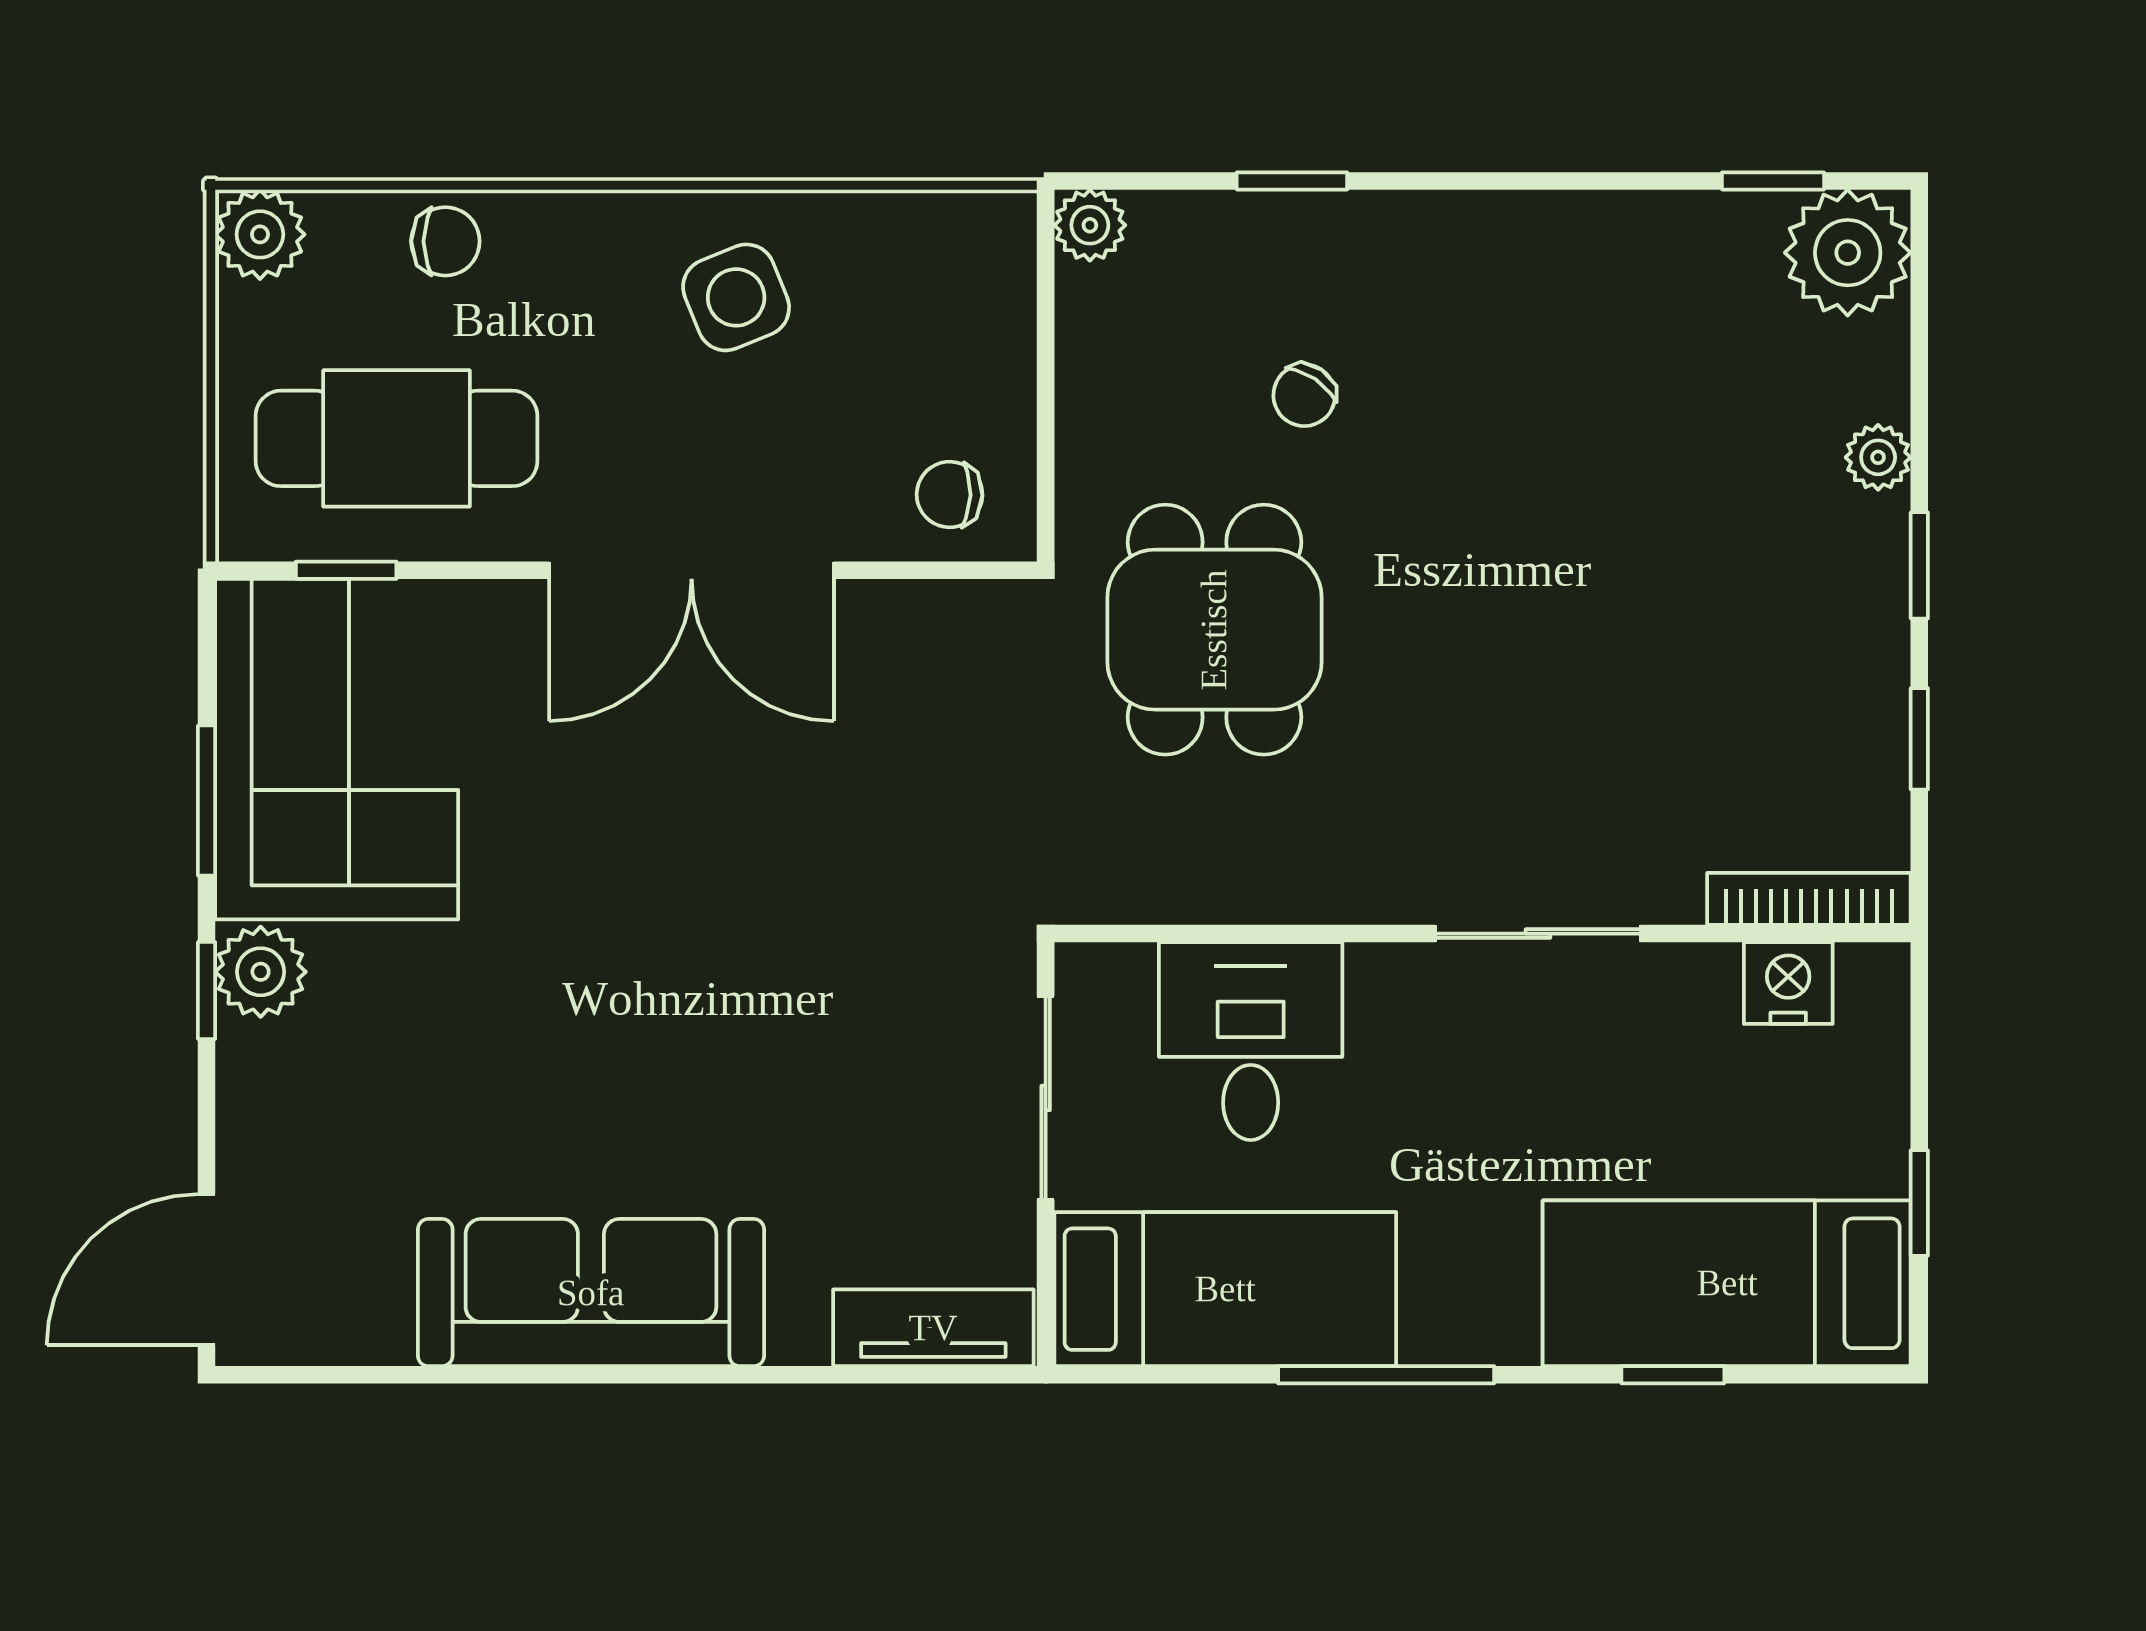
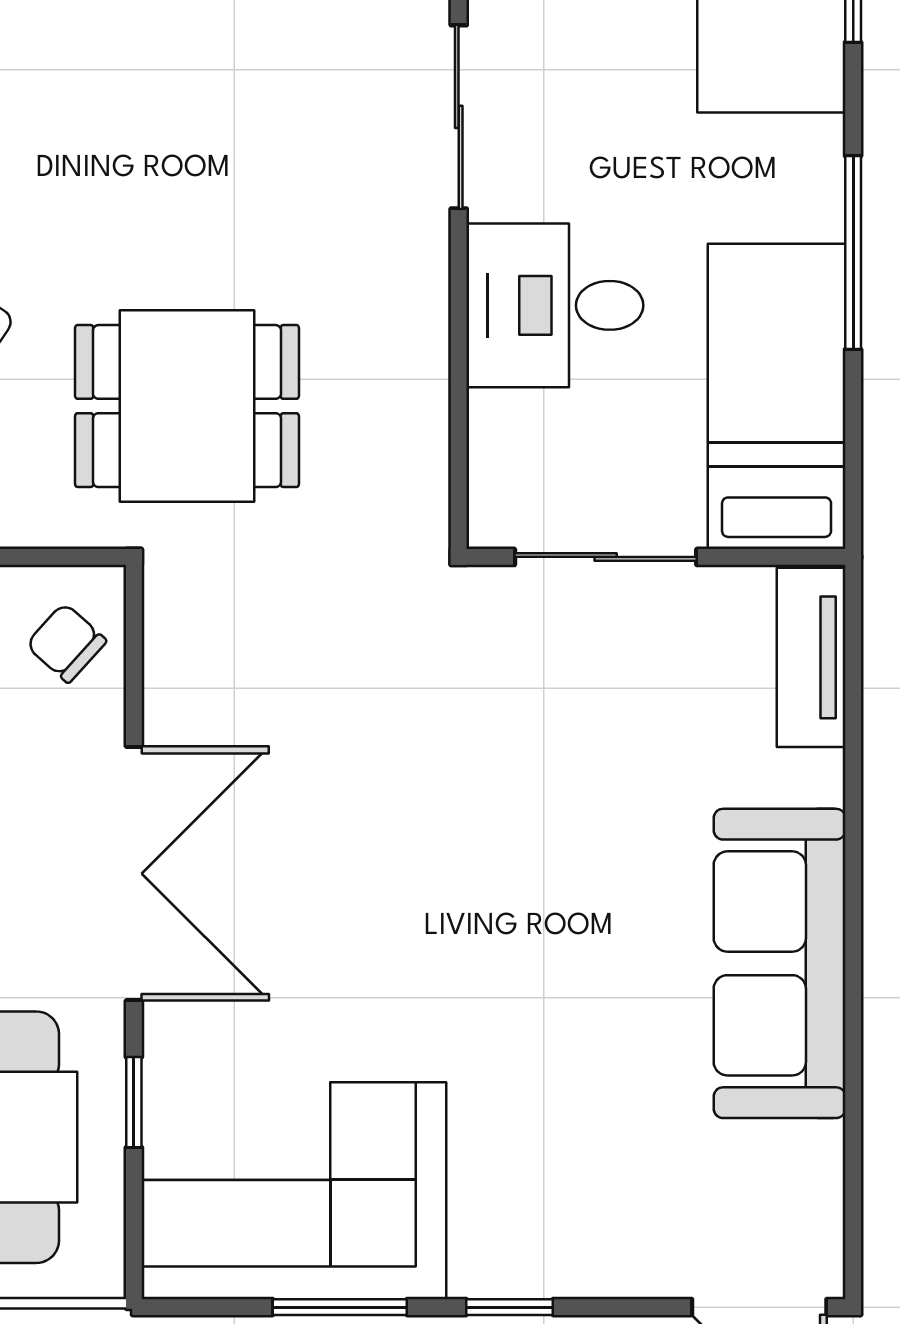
chair: (950, 495) -> (66, 643), turned 130
window: (346, 570) -> (134, 1102), moved
plant: (261, 972) -> (493, 1259), removed
desk: (1251, 1041) -> (555, 305), moved

